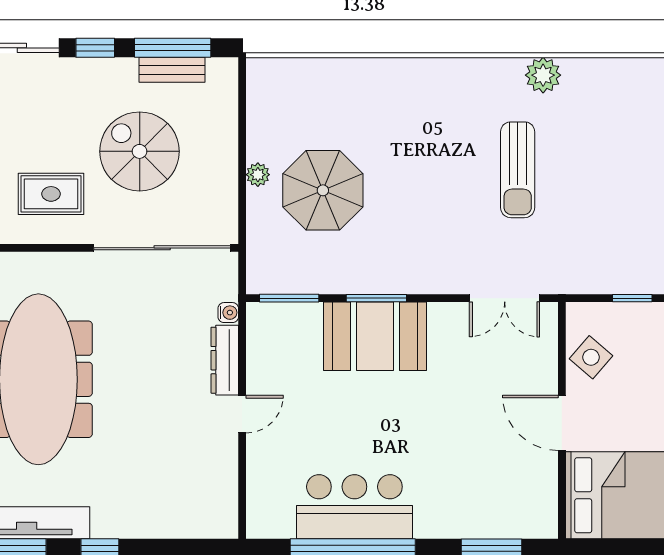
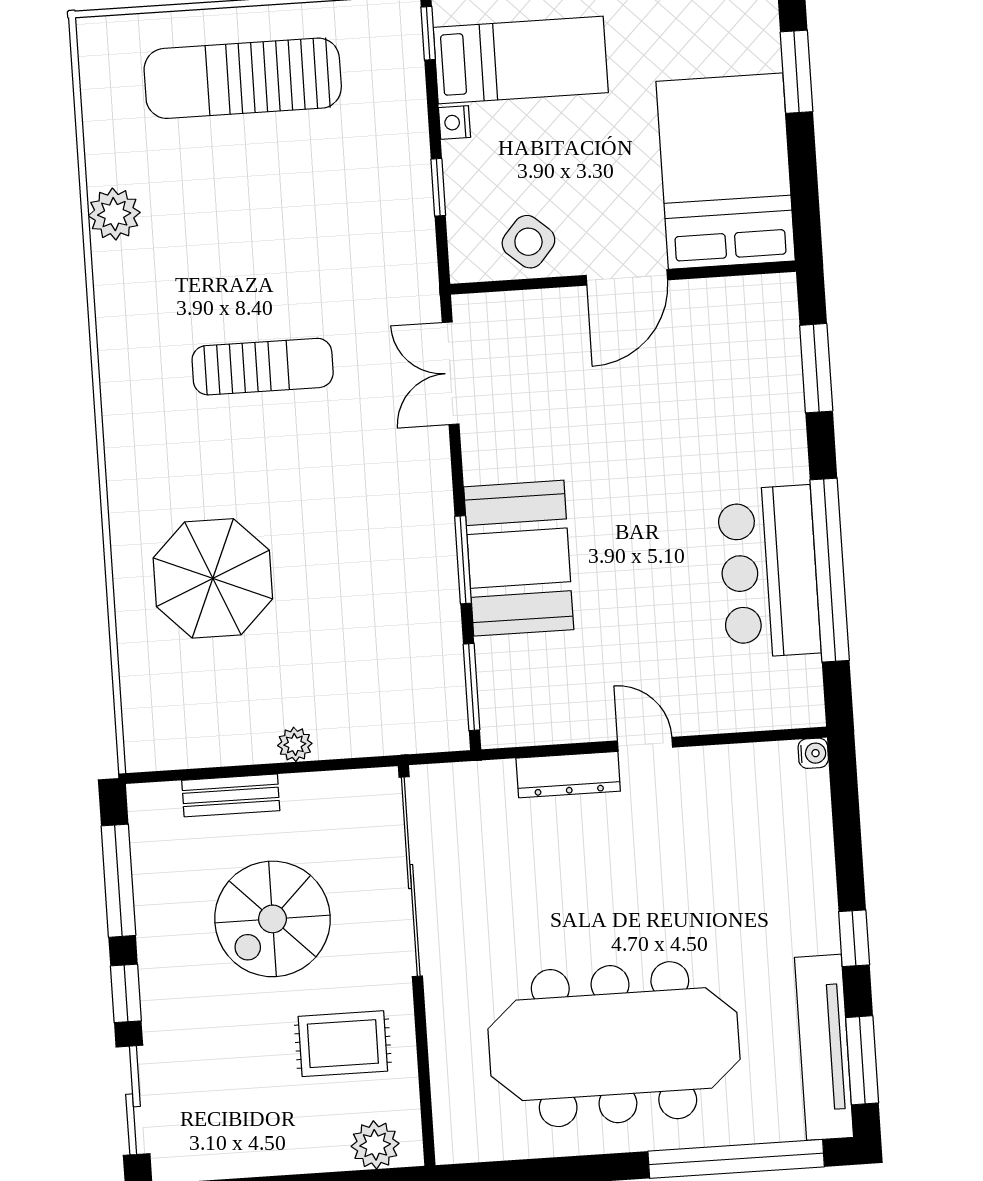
bench: (172, 70) -> (231, 795), moved, turned 90
plant: (543, 75) -> (114, 214), moved
parasol: (323, 190) -> (213, 578), moved
rug: (51, 194) -> (343, 1044), turned 90
double door: (505, 298) -> (451, 373), swing flipped
water cooler: (228, 313) -> (813, 753), moved, turned 90

